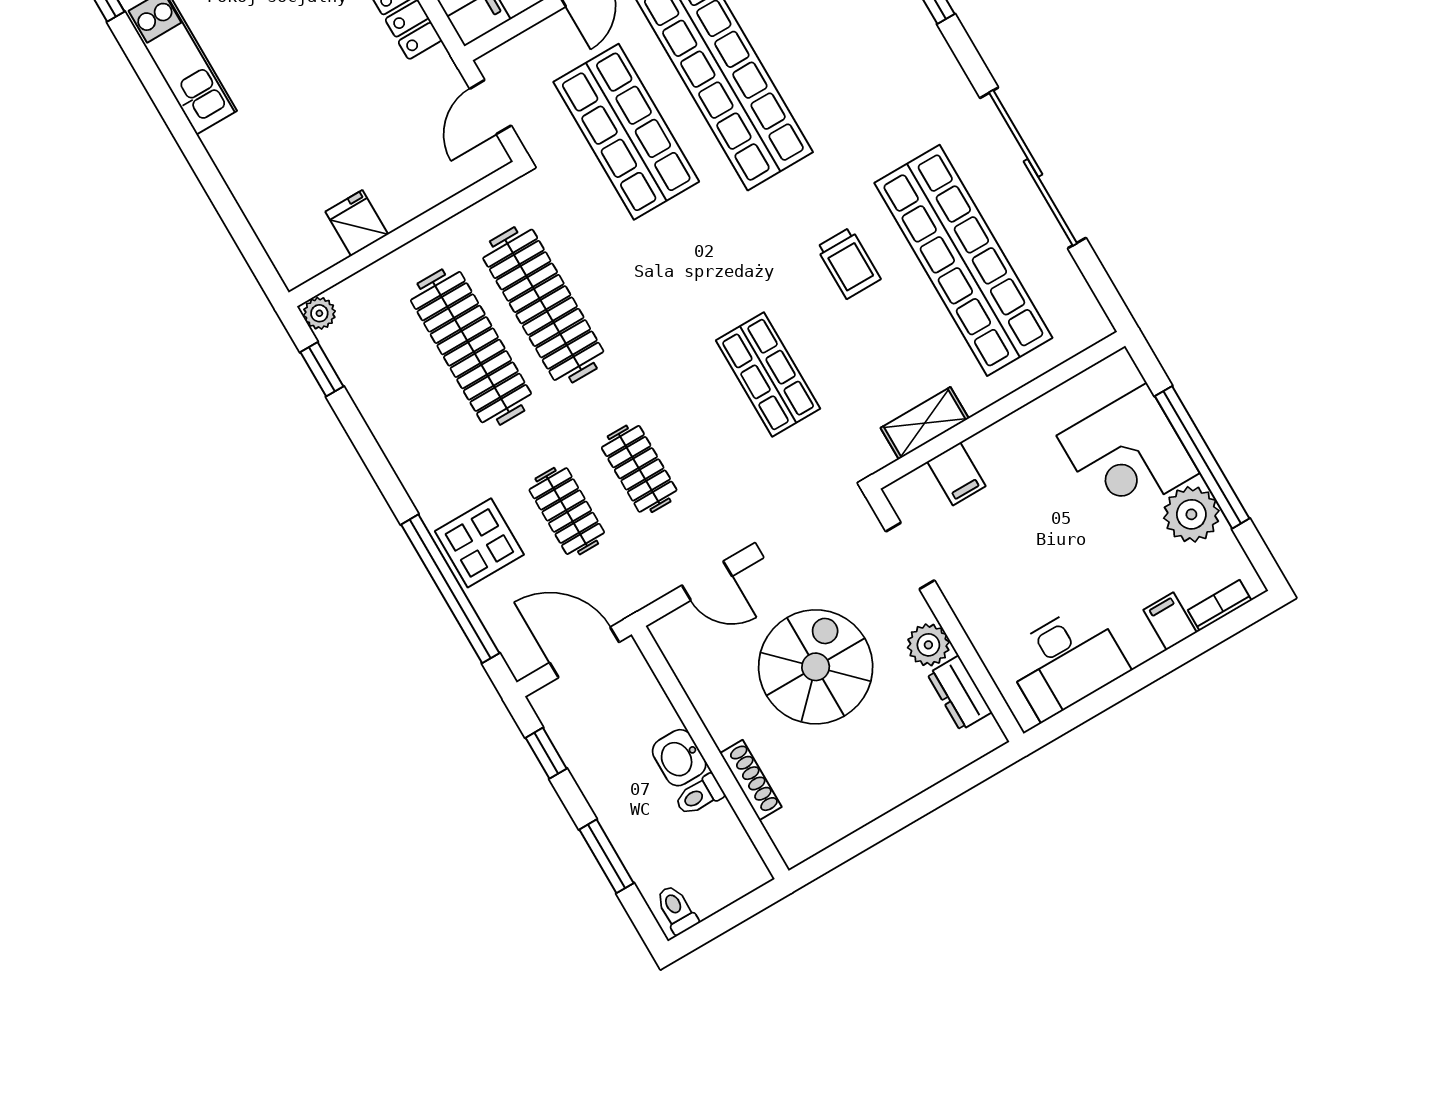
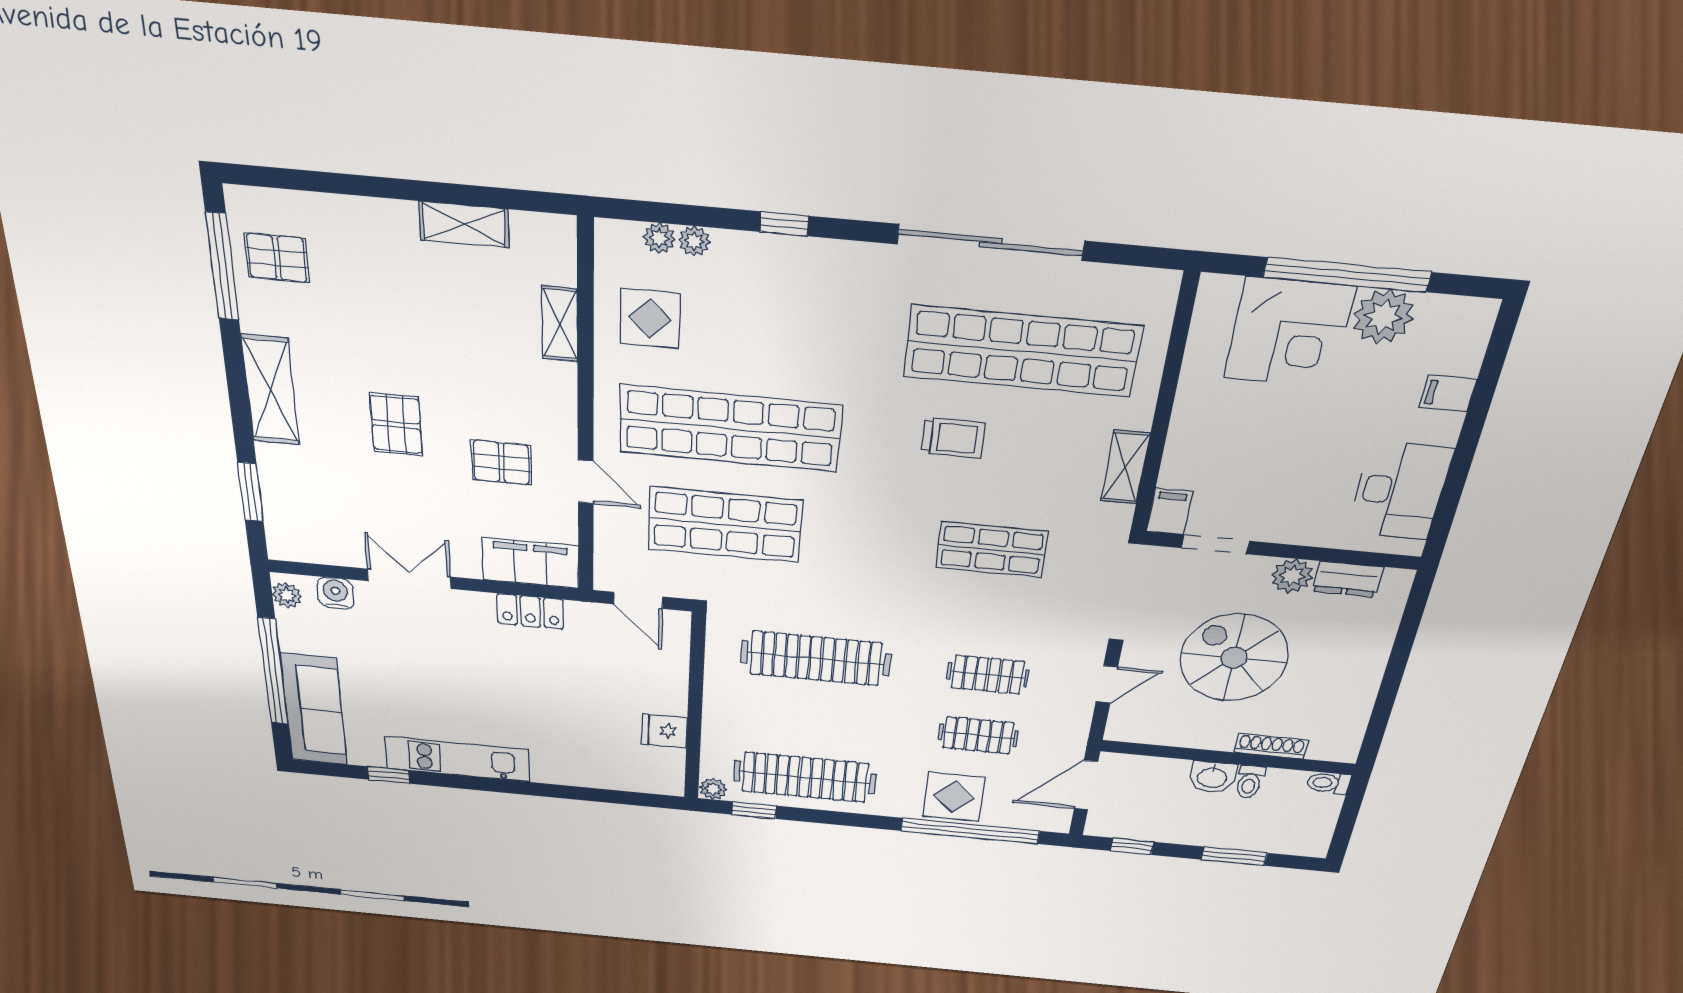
clothes rail: (471, 347) -> (805, 777), moved
filing cabinet: (956, 474) -> (1170, 512), moved, turned -90
bookcase: (1220, 605) -> (1475, 346), removed
toilet: (676, 910) -> (1328, 783), moved

